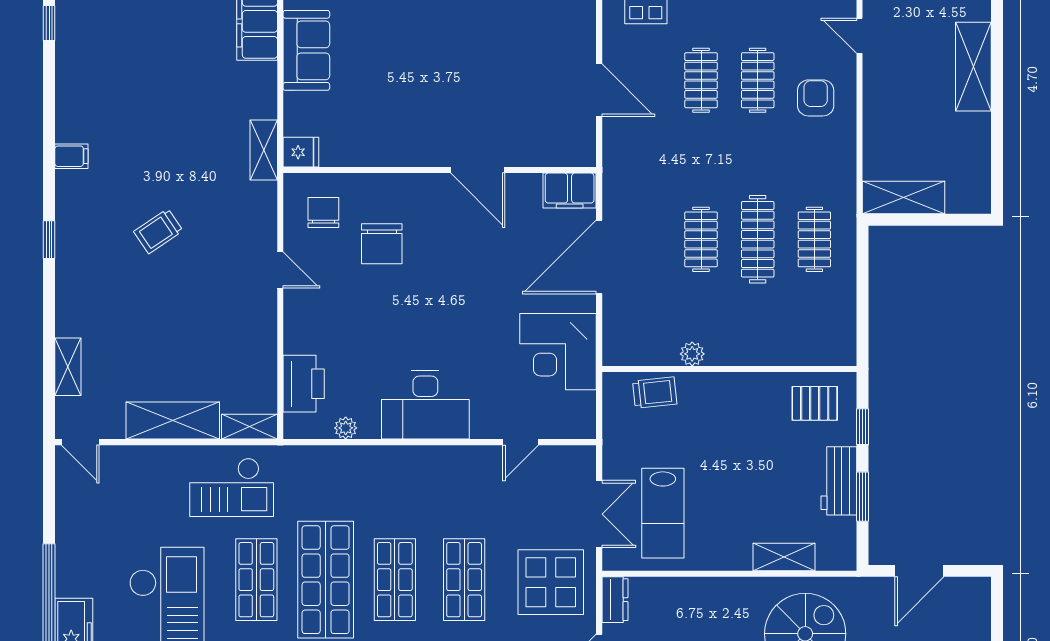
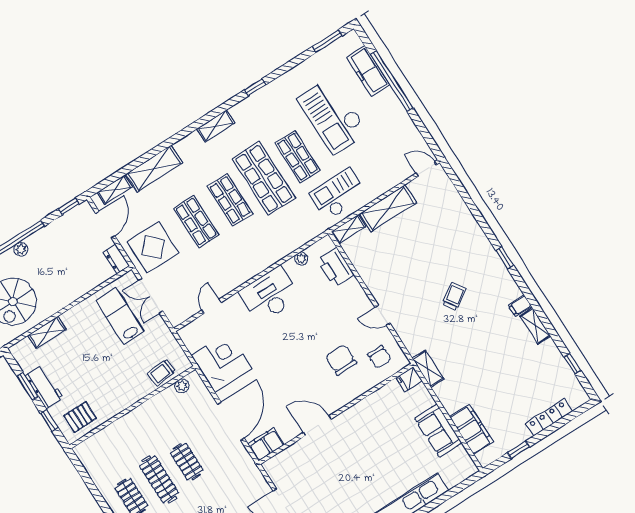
plant: (692, 354) -> (182, 386), moved
shelving: (68, 367) -> (535, 326), moved

